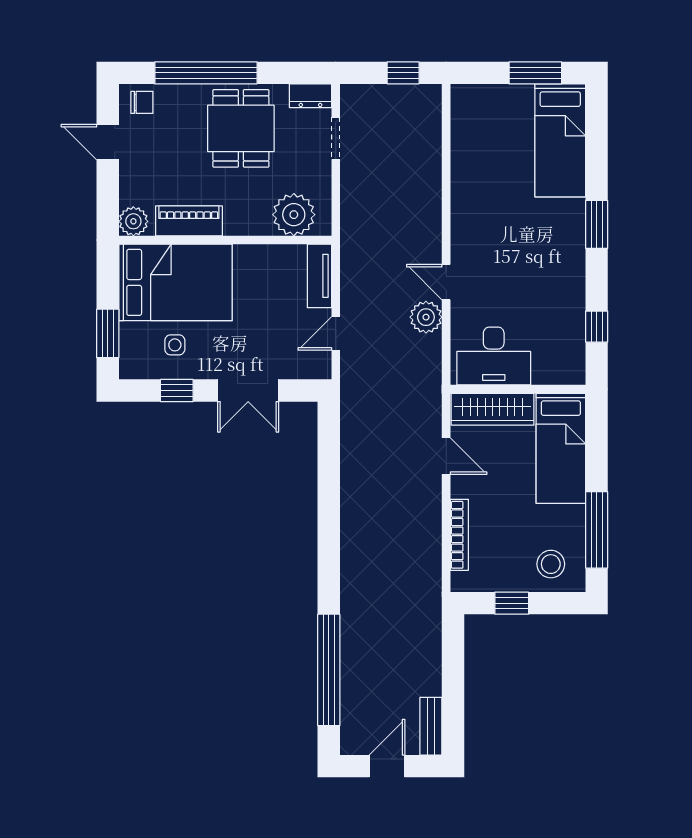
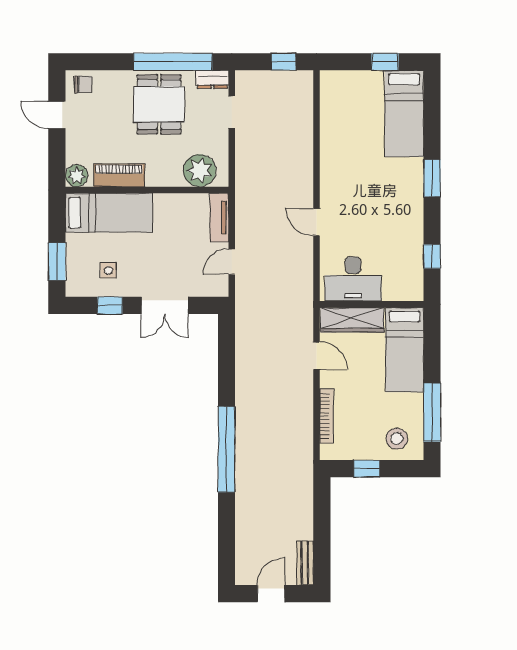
window: (206, 73) -> (173, 62), moved
window: (535, 73) -> (385, 62), width x0.67
bed: (176, 282) -> (109, 213), width x0.67
plant: (426, 317) -> (301, 249), removed
window: (329, 670) -> (226, 449), moved

